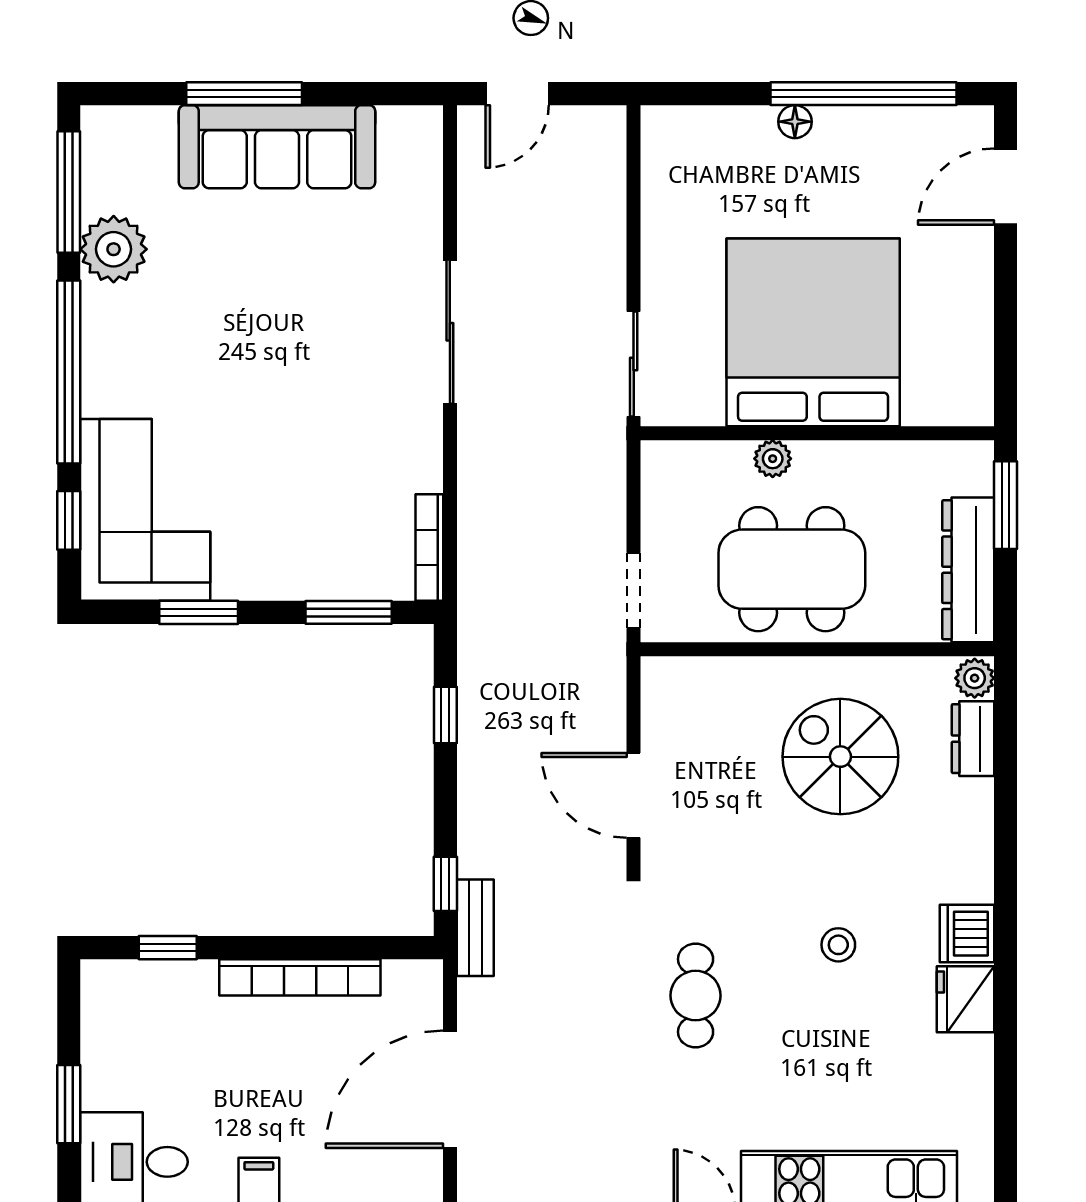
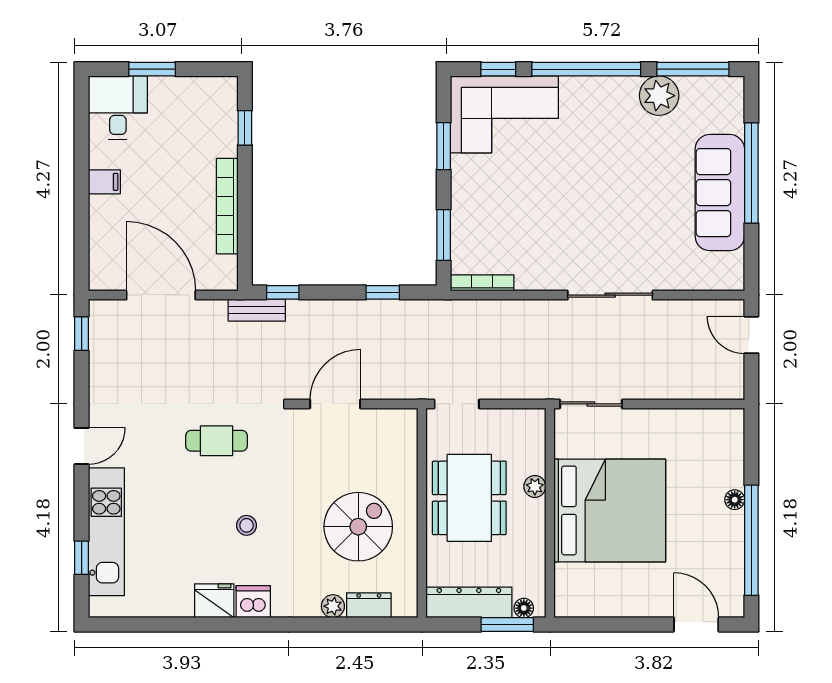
window: (244, 94) -> (751, 173), width x1.46
floor lamp: (978, 477) -> (524, 608), added
plant: (975, 678) -> (333, 606), moved

